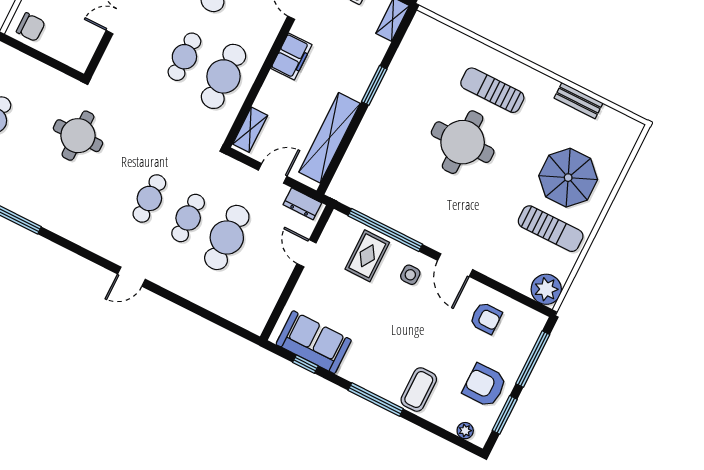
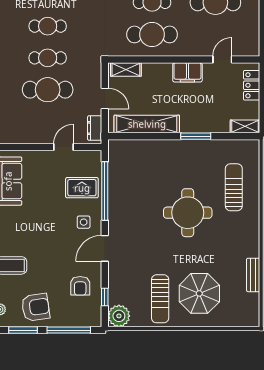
sun lounger: (492, 90) -> (234, 187), moved
window: (514, 295) -> (105, 297), added
armchair: (485, 385) -> (36, 307), turned 82

